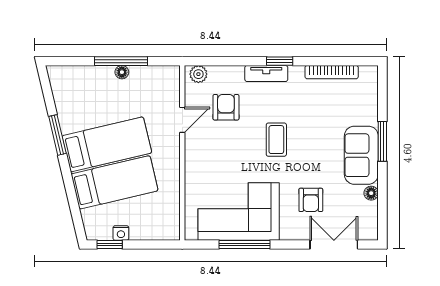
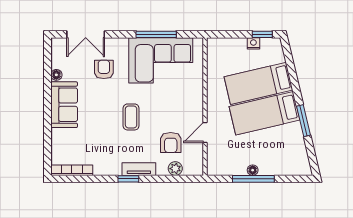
bookcase: (332, 72) -> (72, 170), moved
plant: (198, 74) -> (175, 169), moved
window: (382, 141) -> (48, 116), removed

